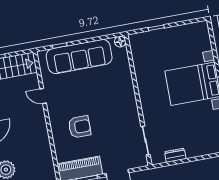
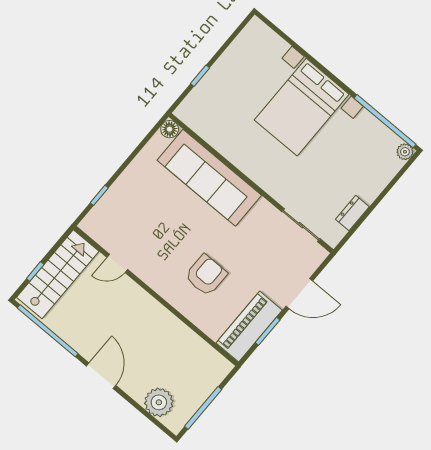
sofa: (79, 56) -> (209, 178), moved, turned 90
door: (43, 96) -> (117, 263), moved

